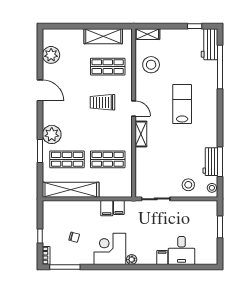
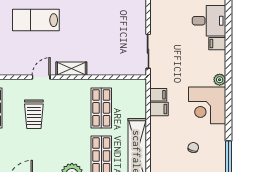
stool: (188, 185) -> (131, 13), removed

